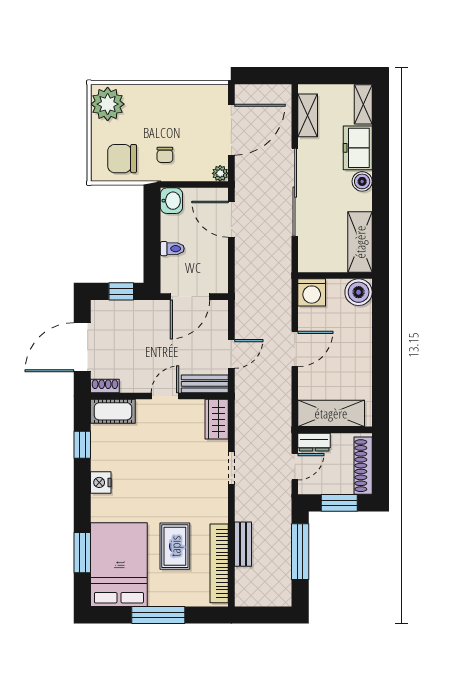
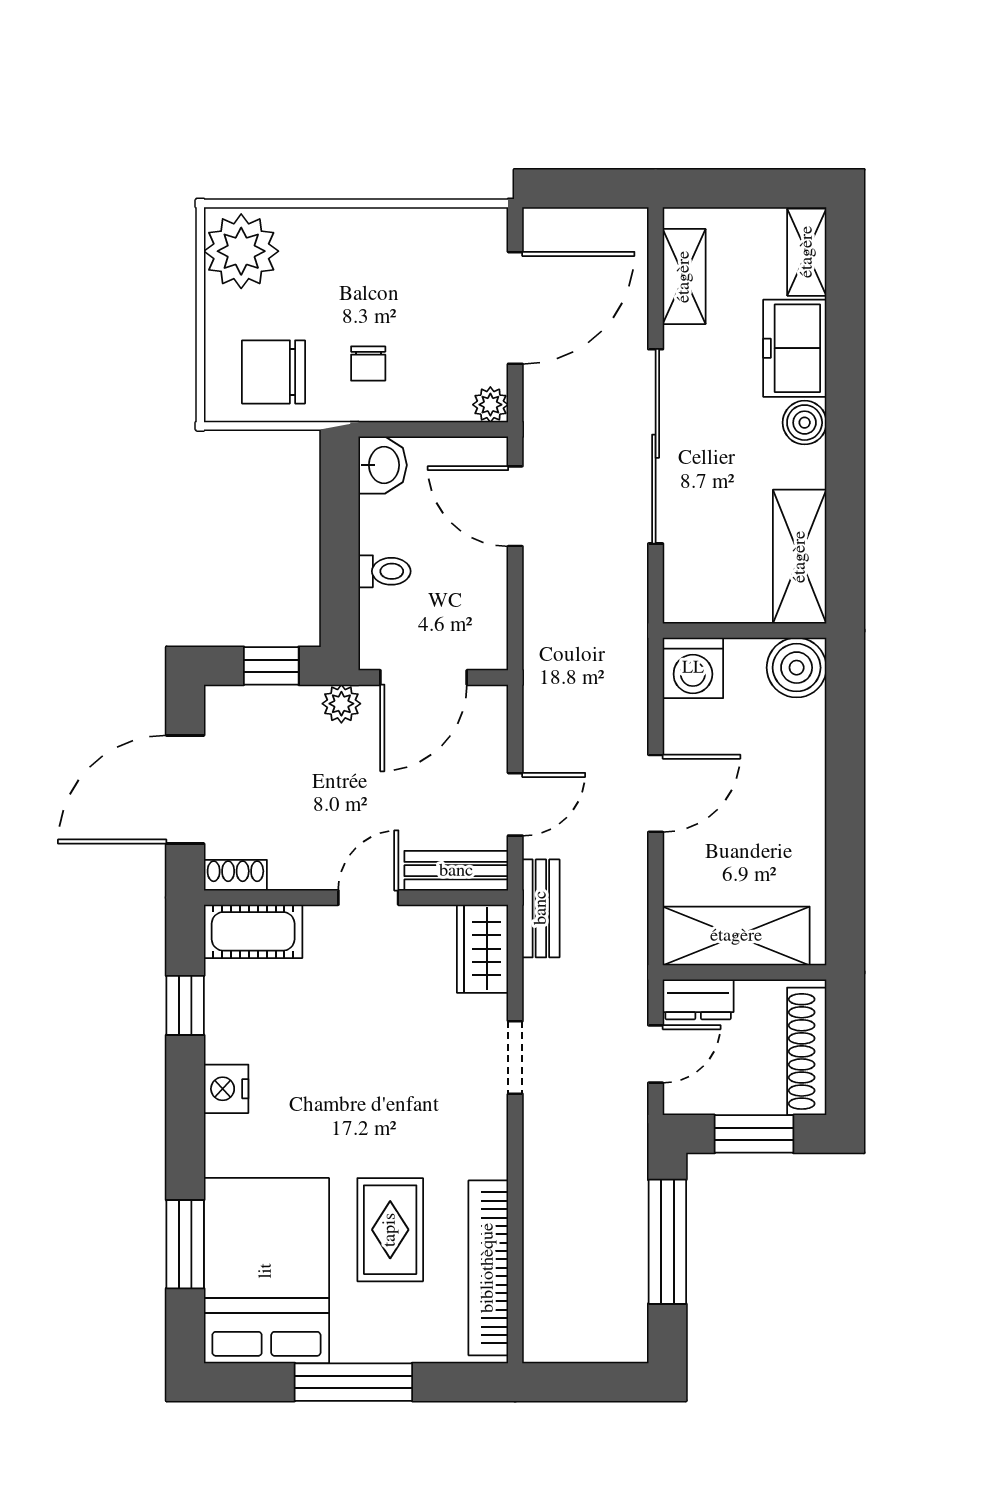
plant: (153, 308) -> (341, 704), added
bench: (243, 544) -> (541, 908), moved

